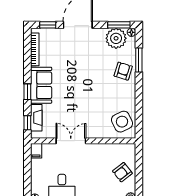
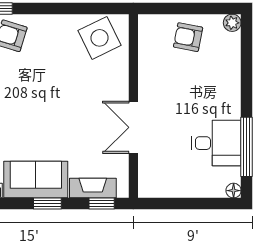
filing cabinet: (36, 151) -> (151, 188), removed
armchair: (122, 172) -> (188, 37), turned 139

